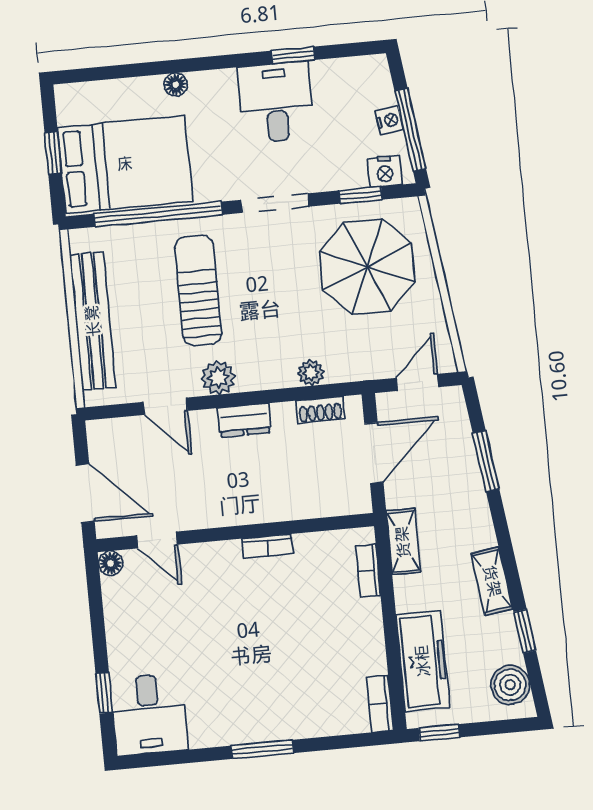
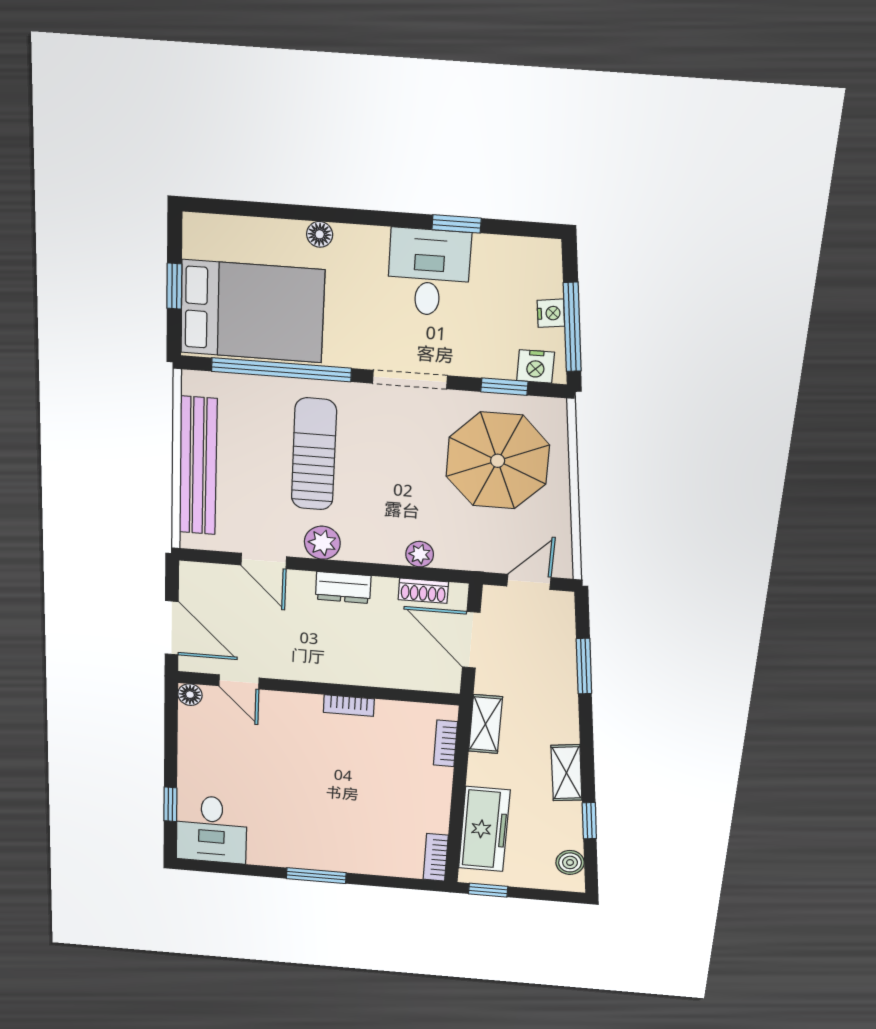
door: (374, 453) -> (471, 640), swing flipped
boiler: (510, 685) -> (570, 862), width x0.73, depth x0.73

